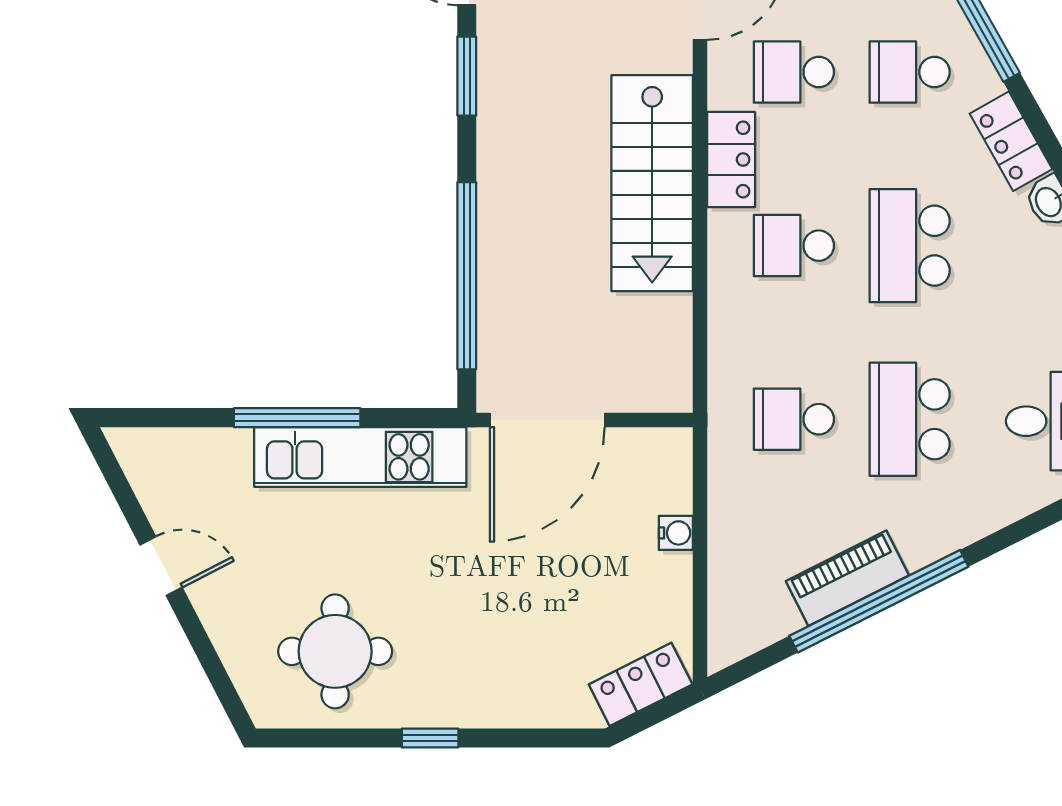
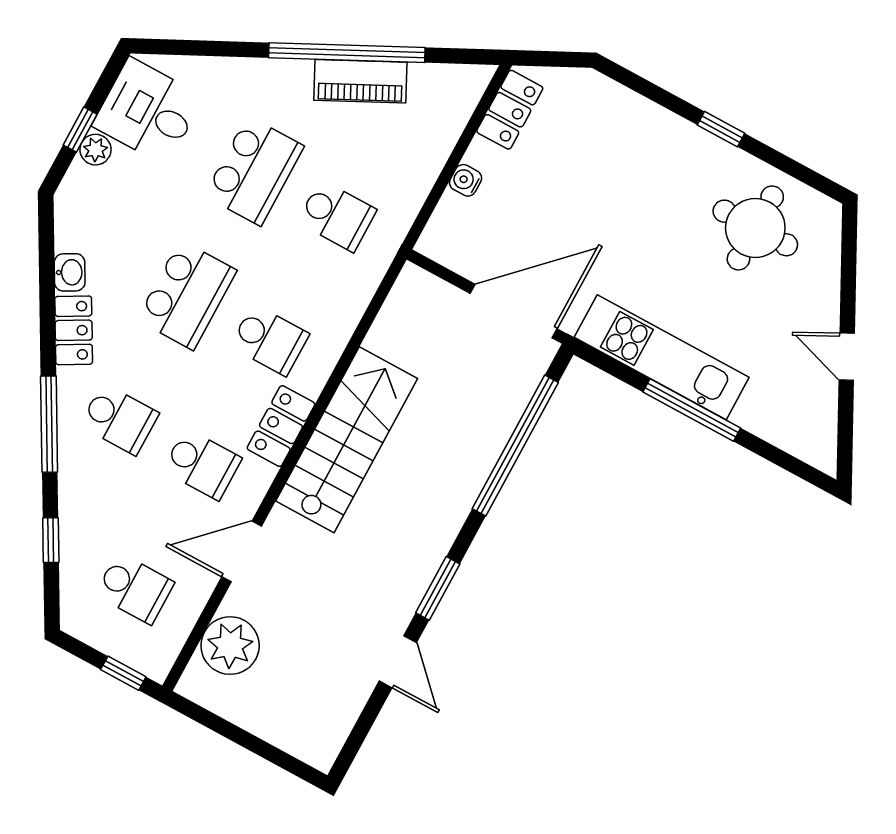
locker: (641, 684) -> (510, 110), moved, turned -63

